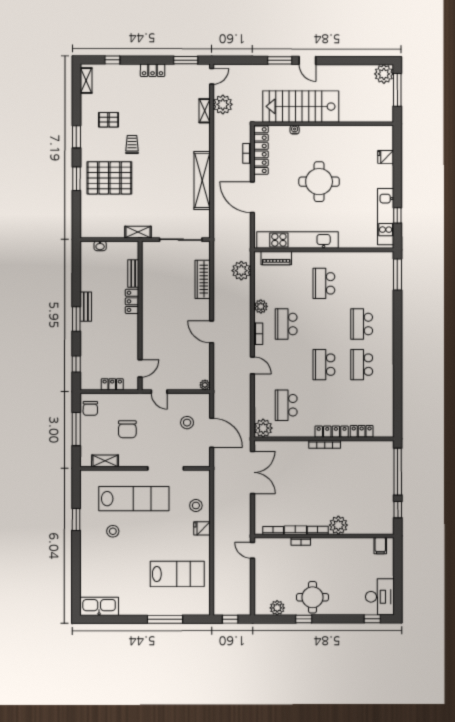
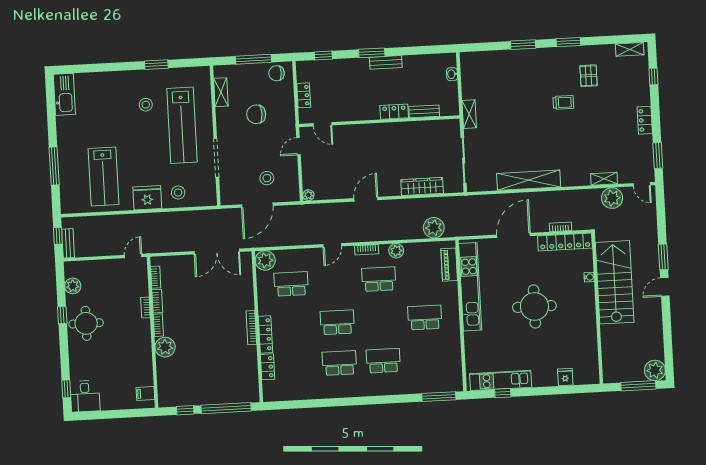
pallet: (109, 178) -> (526, 80), removed
fridge: (202, 528) -> (147, 198), width x1.88, depth x1.34
desk: (380, 597) -> (85, 396), width x0.73
bench: (237, 610) -> (68, 243), added

